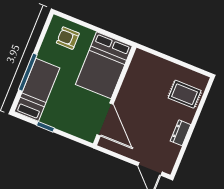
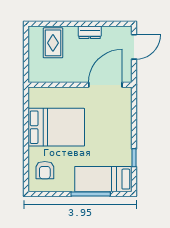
wall: (115, 96) -> (80, 85), moved
door: (105, 119) -> (105, 85), moved

